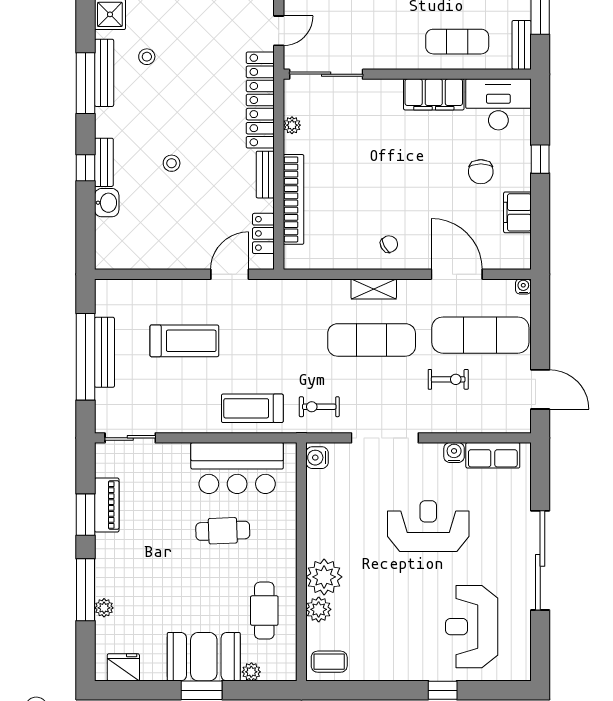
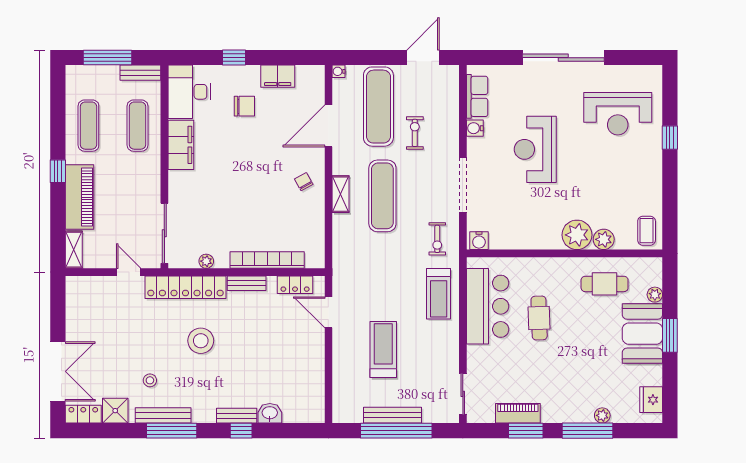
stool: (172, 163) -> (201, 341), moved, width x1.89, depth x1.89

